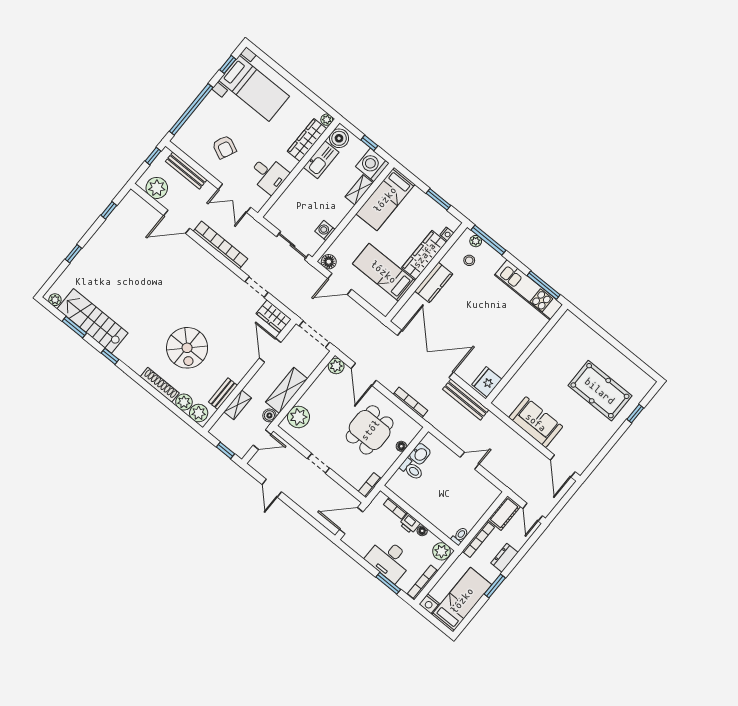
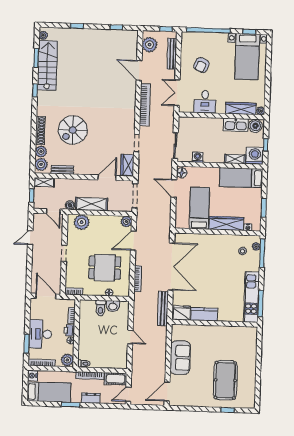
kitchen counter: (434, 283) -> (204, 314), moved, turned 180
shelving: (238, 405) -> (44, 182), moved

